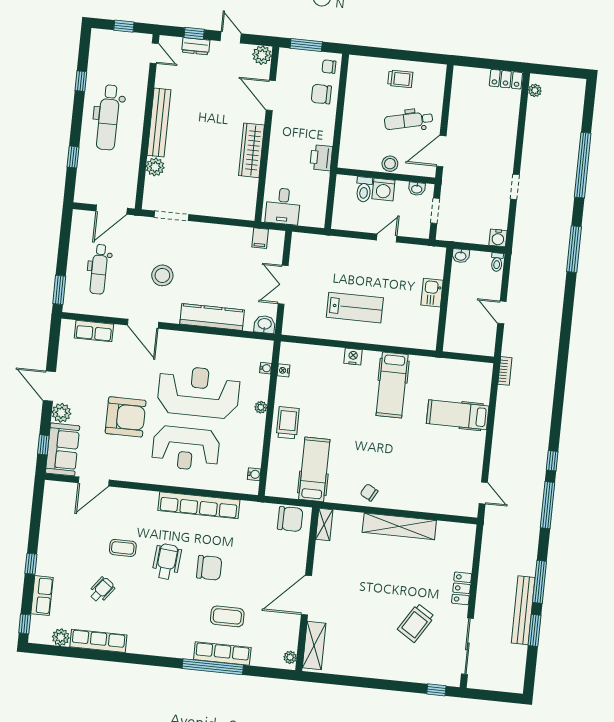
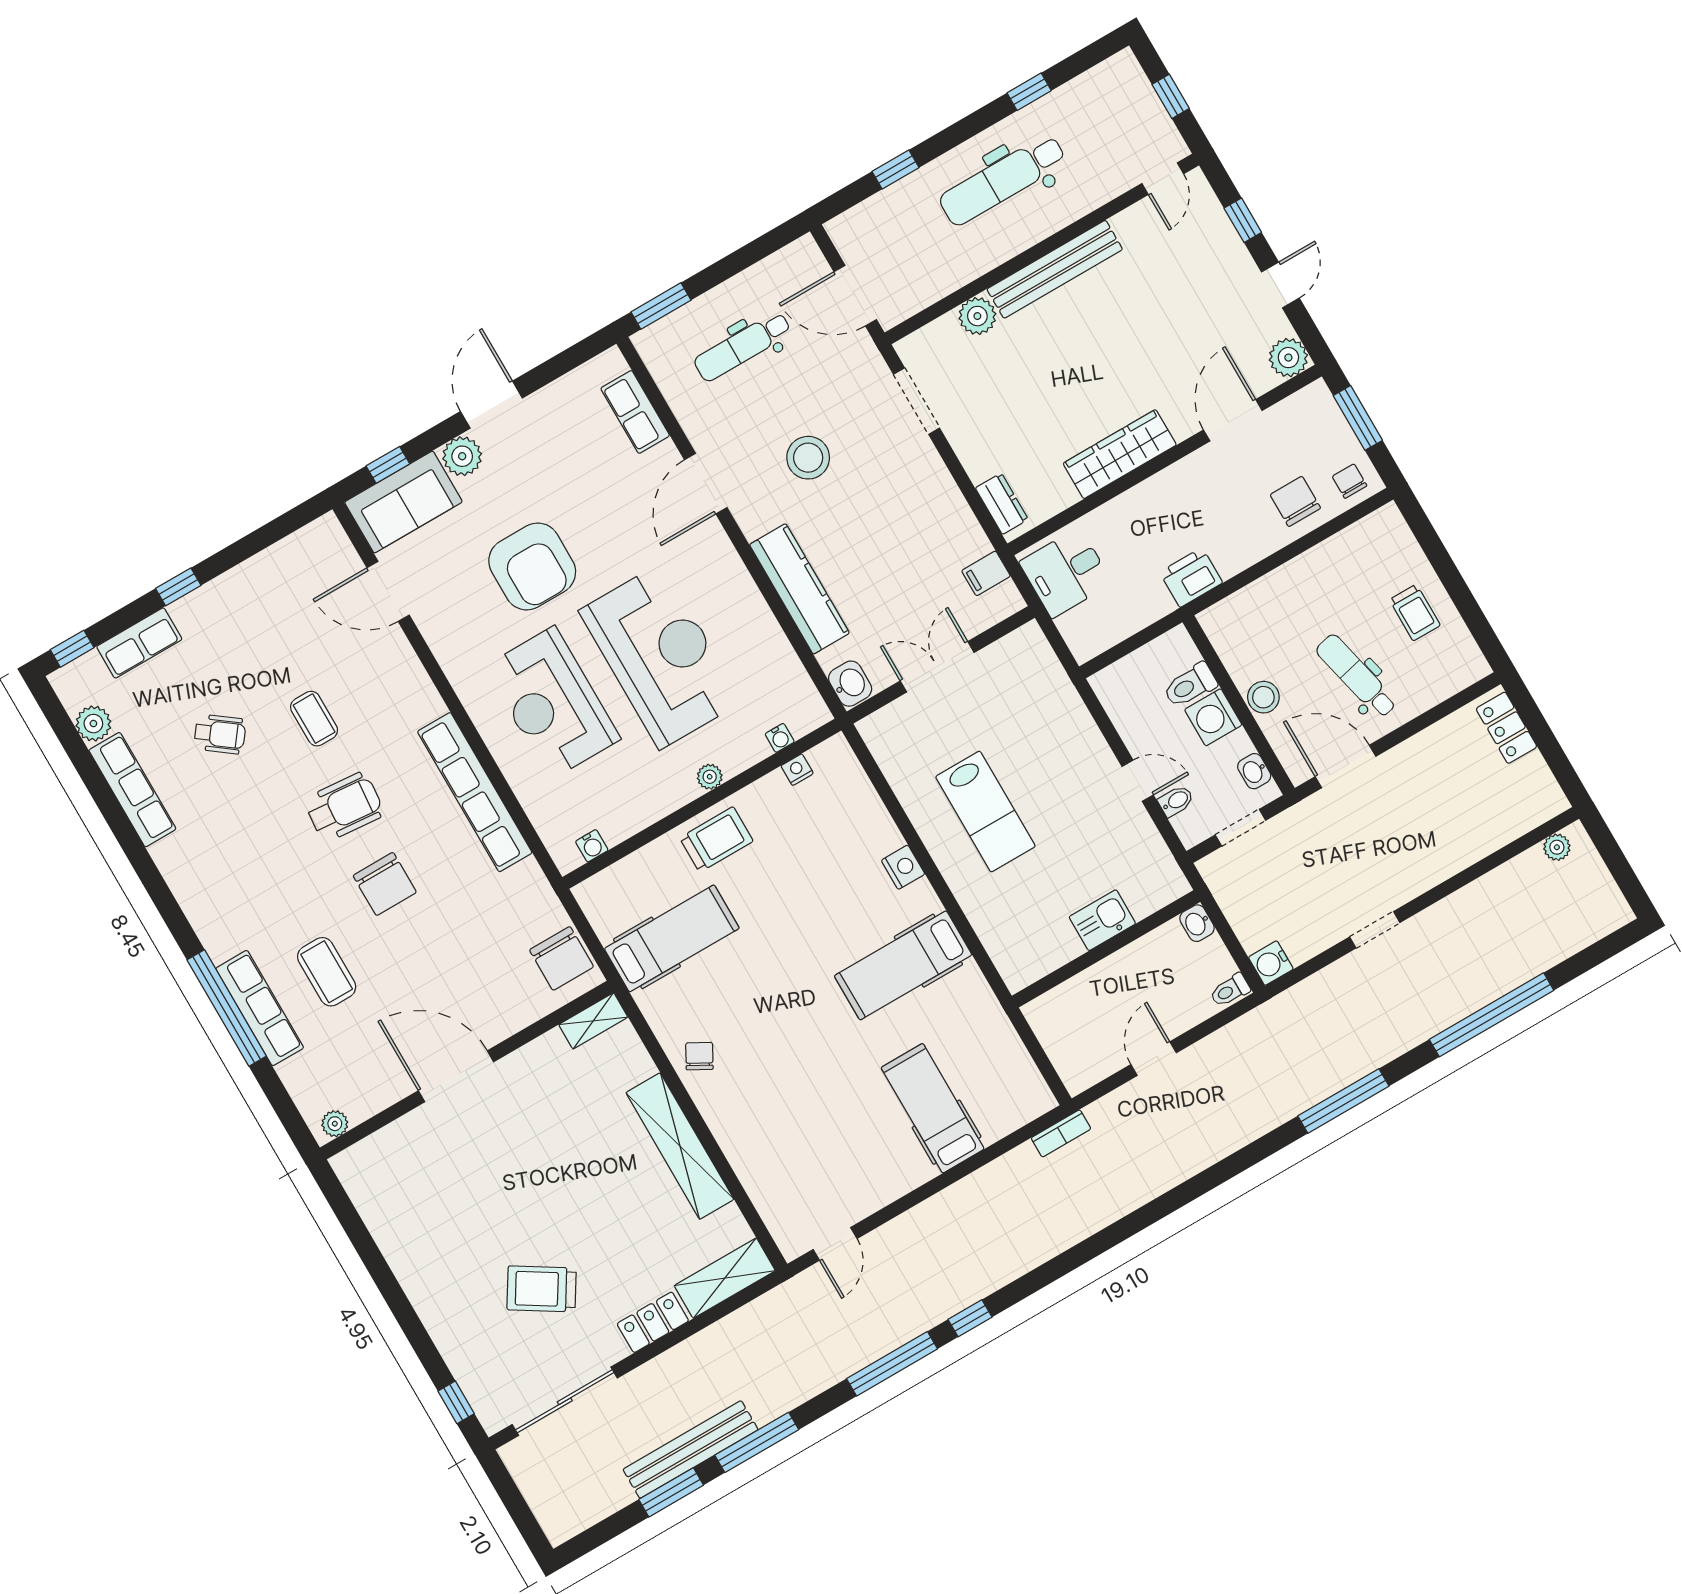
dresser: (196, 46) -> (1002, 504), moved, turned 180
locker: (506, 79) -> (1507, 728), moved
bidet: (406, 229) -> (1176, 801), added
shelving: (314, 645) -> (725, 1278), moved

